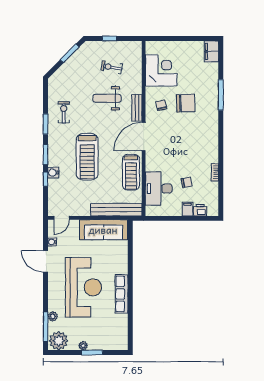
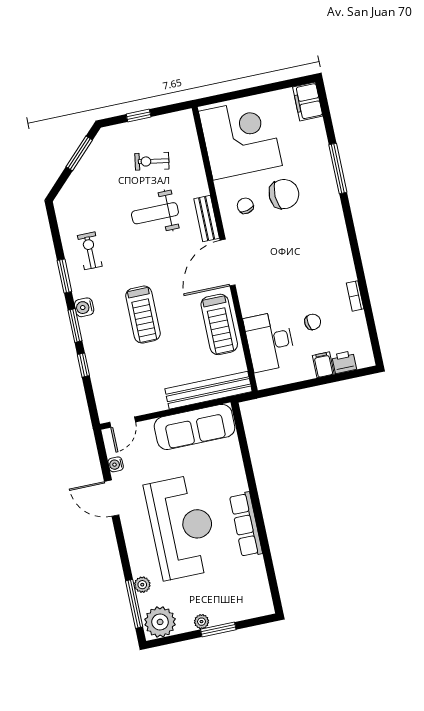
corner desk: (161, 70) -> (240, 138), width x1.36, depth x1.36
treadmill: (87, 157) -> (143, 315), width x0.73, depth x0.73
water cooler: (53, 173) -> (84, 307), moved

